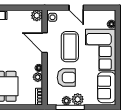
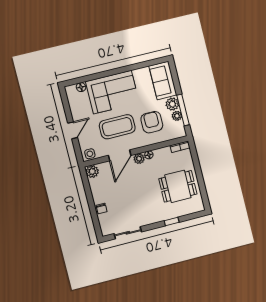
plant: (38, 77) -> (139, 159), moved
sofa: (107, 87) -> (163, 80), moved, turned 90

